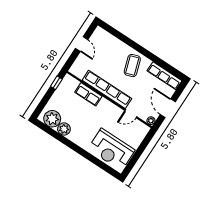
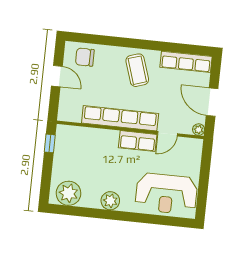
chair: (105, 41) -> (85, 57), added
row of seats: (88, 94) -> (138, 141), moved
plant: (64, 129) -> (110, 201), moved

